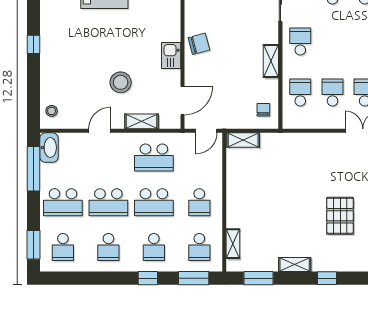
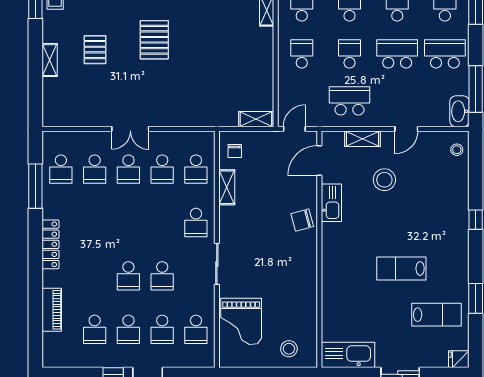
kitchen sink: (171, 55) -> (331, 203), width x1.38
shelving: (271, 61) -> (227, 187), moved
school desk: (154, 202) -> (349, 54), width x0.54

